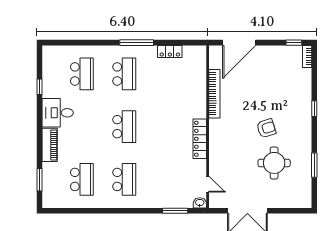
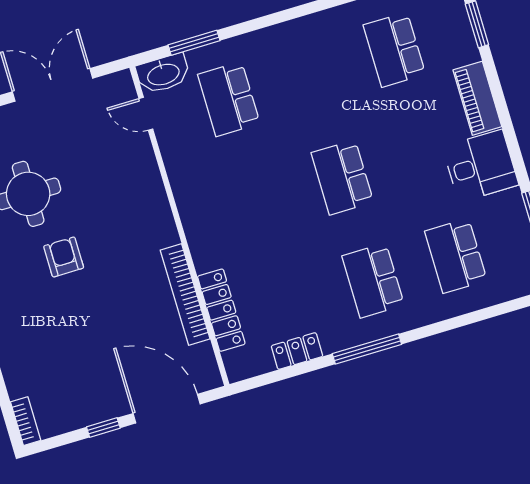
door: (239, 43) -> (167, 409), hinge flipped
window: (294, 43) -> (103, 428), moved
armchair: (266, 128) -> (64, 257), turned 108
locker: (200, 139) -> (221, 310), moved
school desk: (124, 179) -> (229, 99), moved
washbasin: (200, 203) -> (163, 74), width x1.91, depth x1.45

